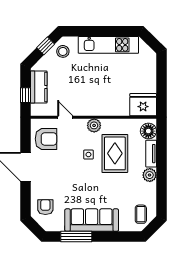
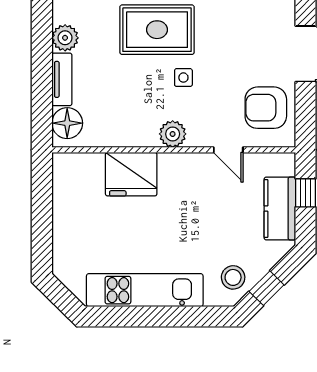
fridge: (143, 105) -> (131, 174), moved
rug: (115, 153) -> (157, 30), moved, turned 90

